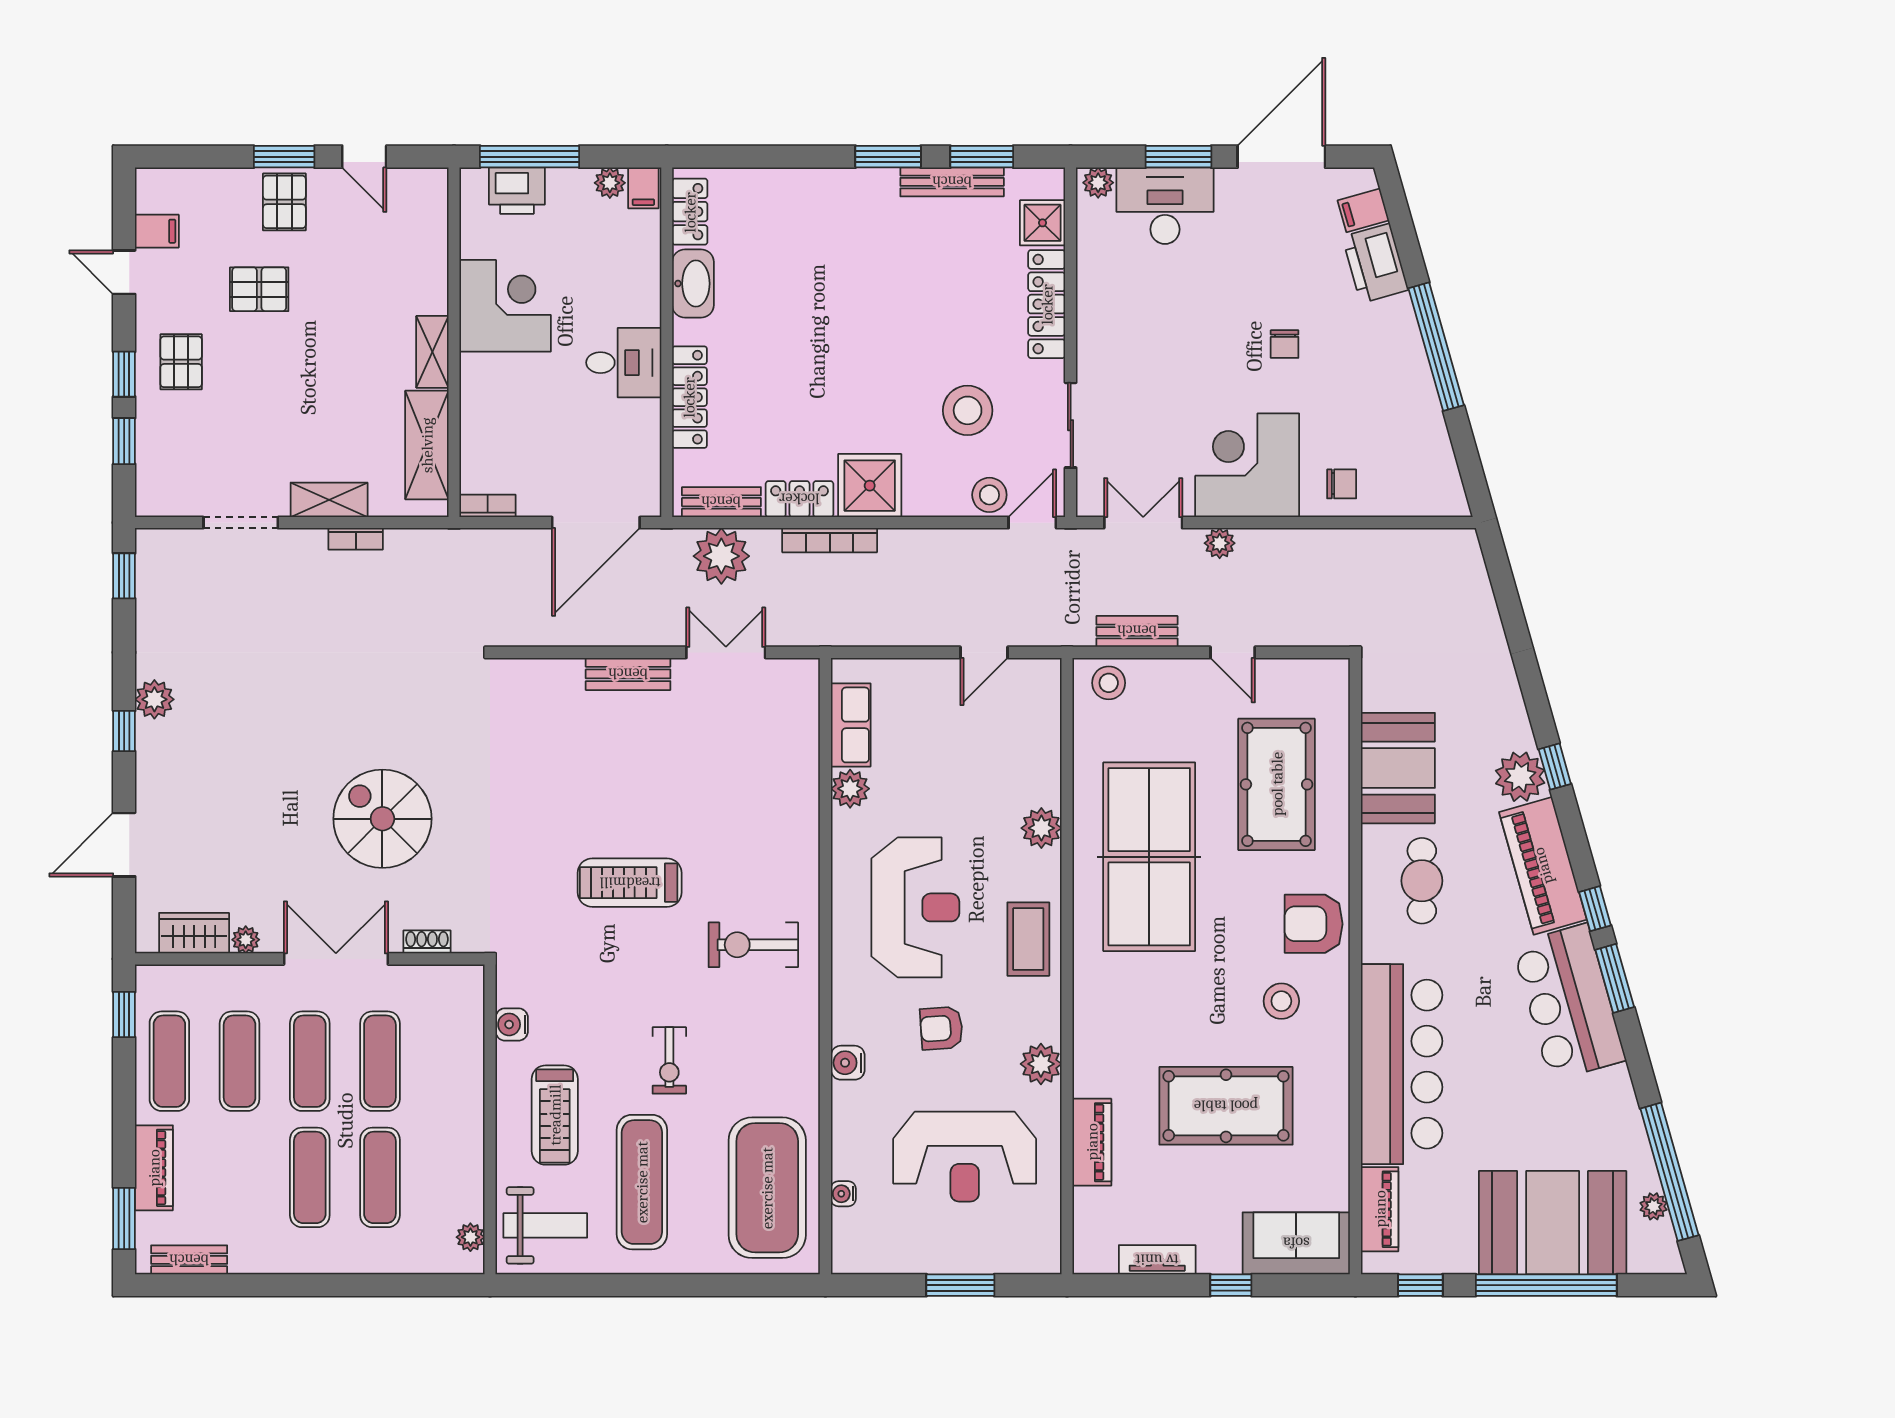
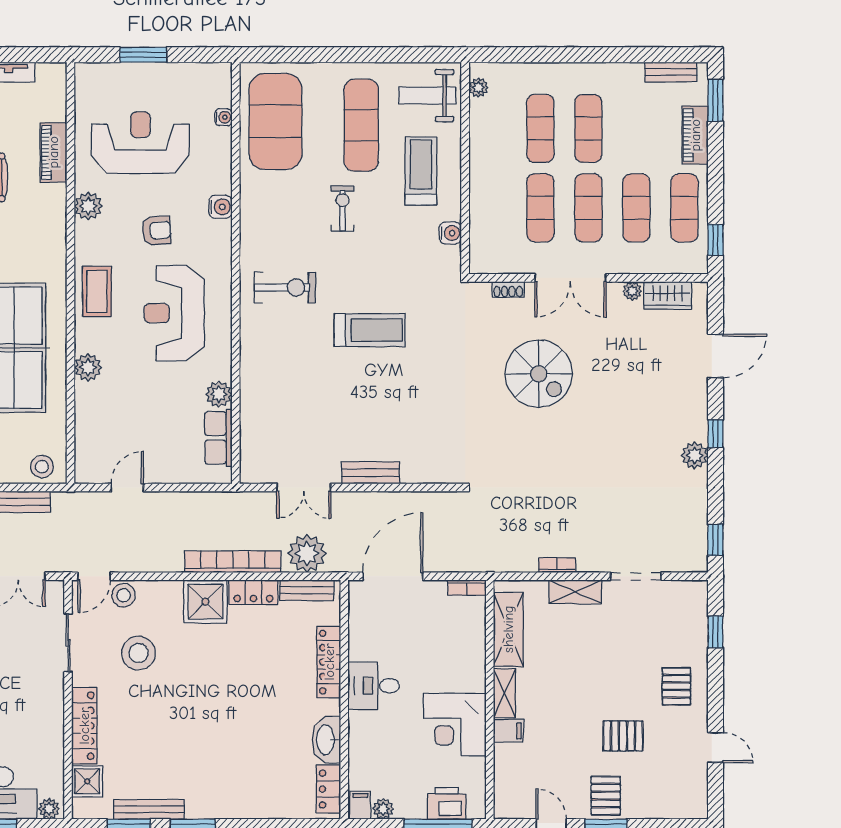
filing cabinet: (157, 231) -> (508, 731), moved, turned 180
window: (124, 374) -> (715, 678), removed
bookcase: (830, 540) -> (233, 562), width x1.48, depth x1.31

